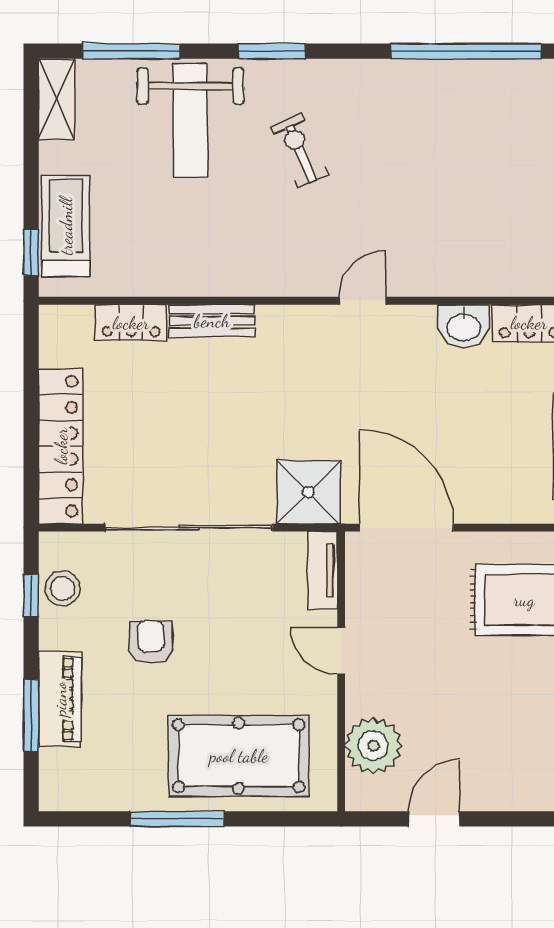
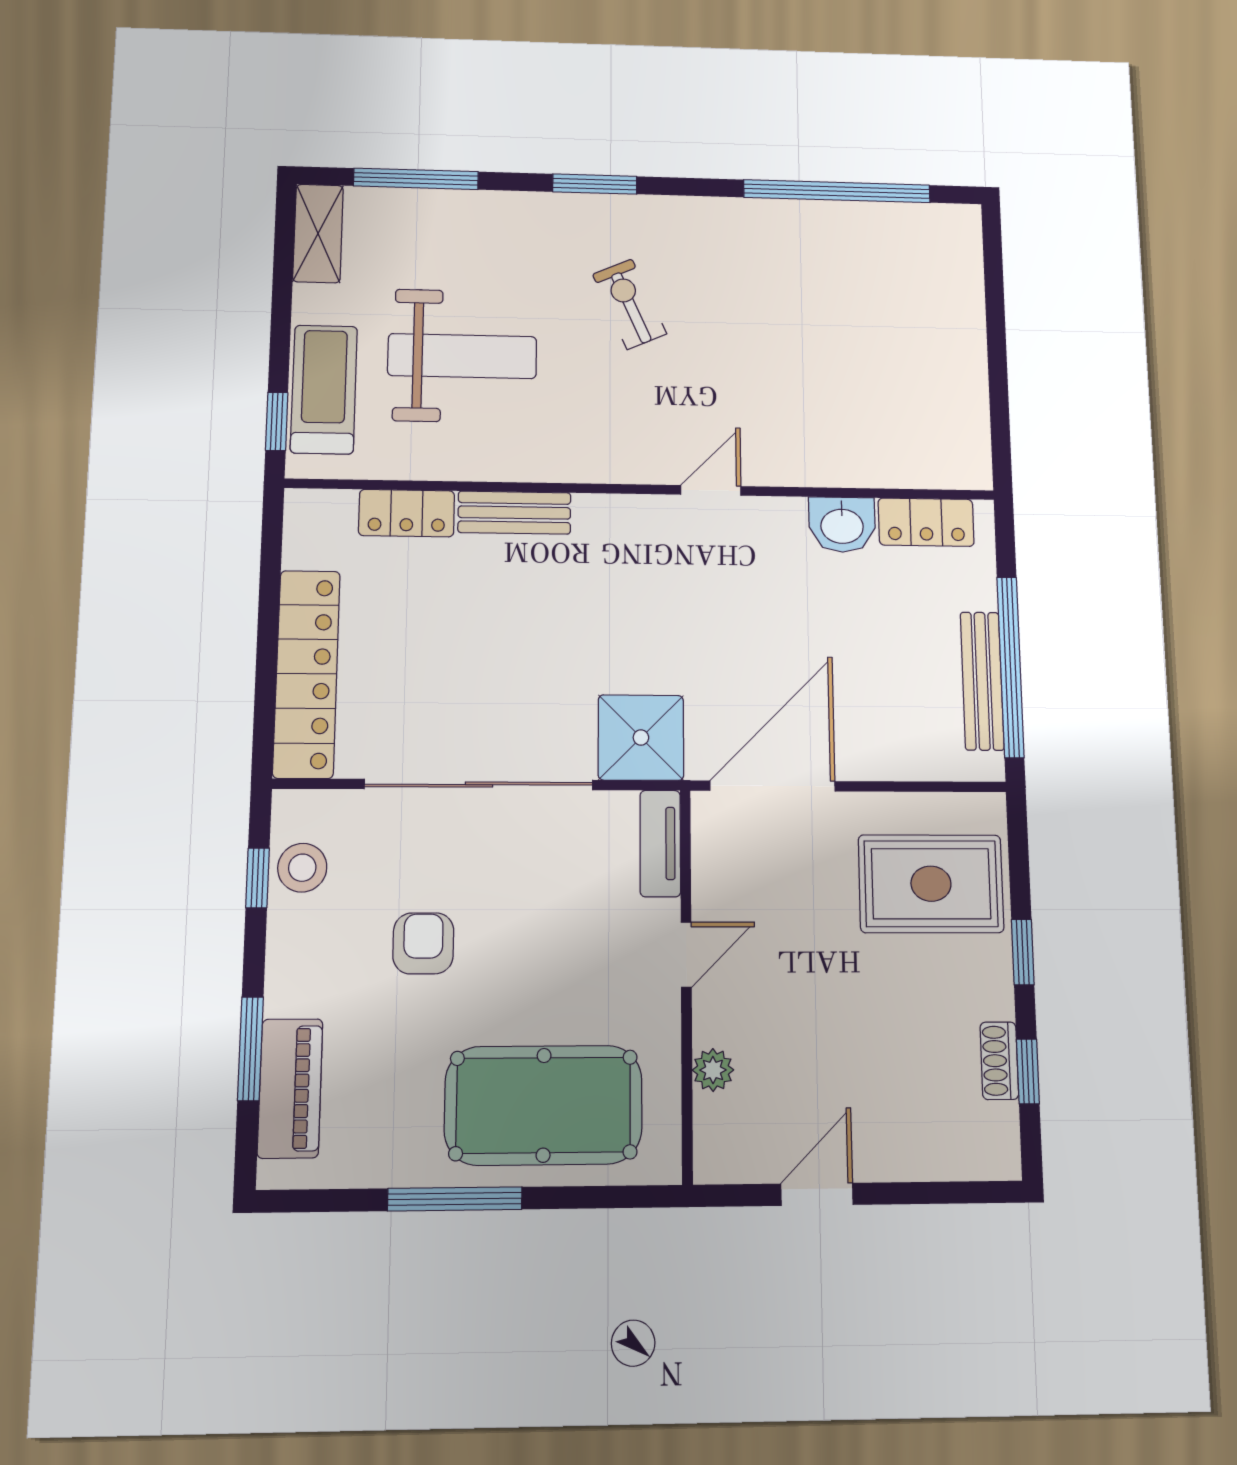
weight bench: (190, 120) -> (462, 356), moved, turned -90
door: (407, 528) -> (773, 786), hinge flipped
door: (341, 651) -> (686, 955), swing flipped
piano: (60, 699) -> (290, 1088), moved
plant: (373, 746) -> (713, 1070), width x0.53, depth x0.53

